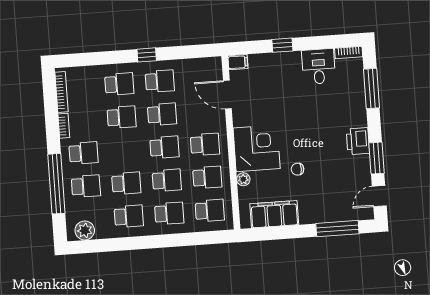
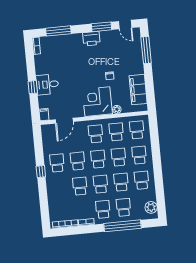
desk: (319, 66) -> (47, 84), moved
school desk: (119, 84) -> (101, 184), moved

